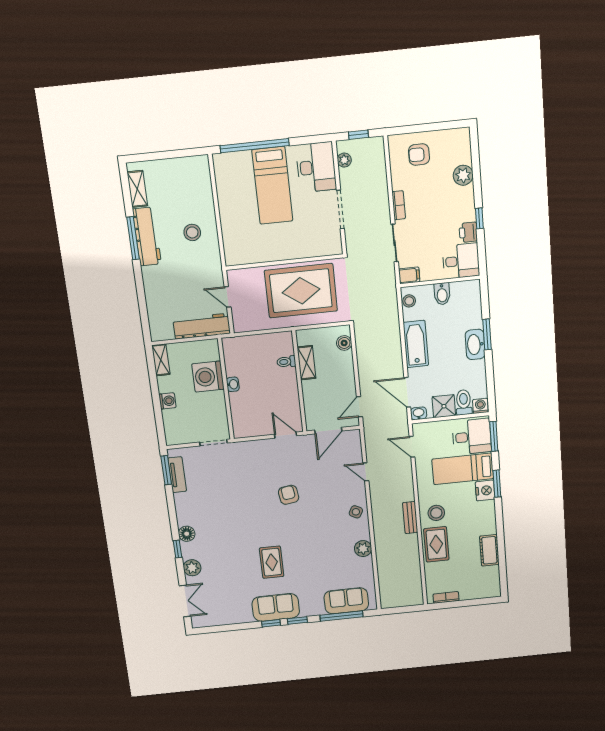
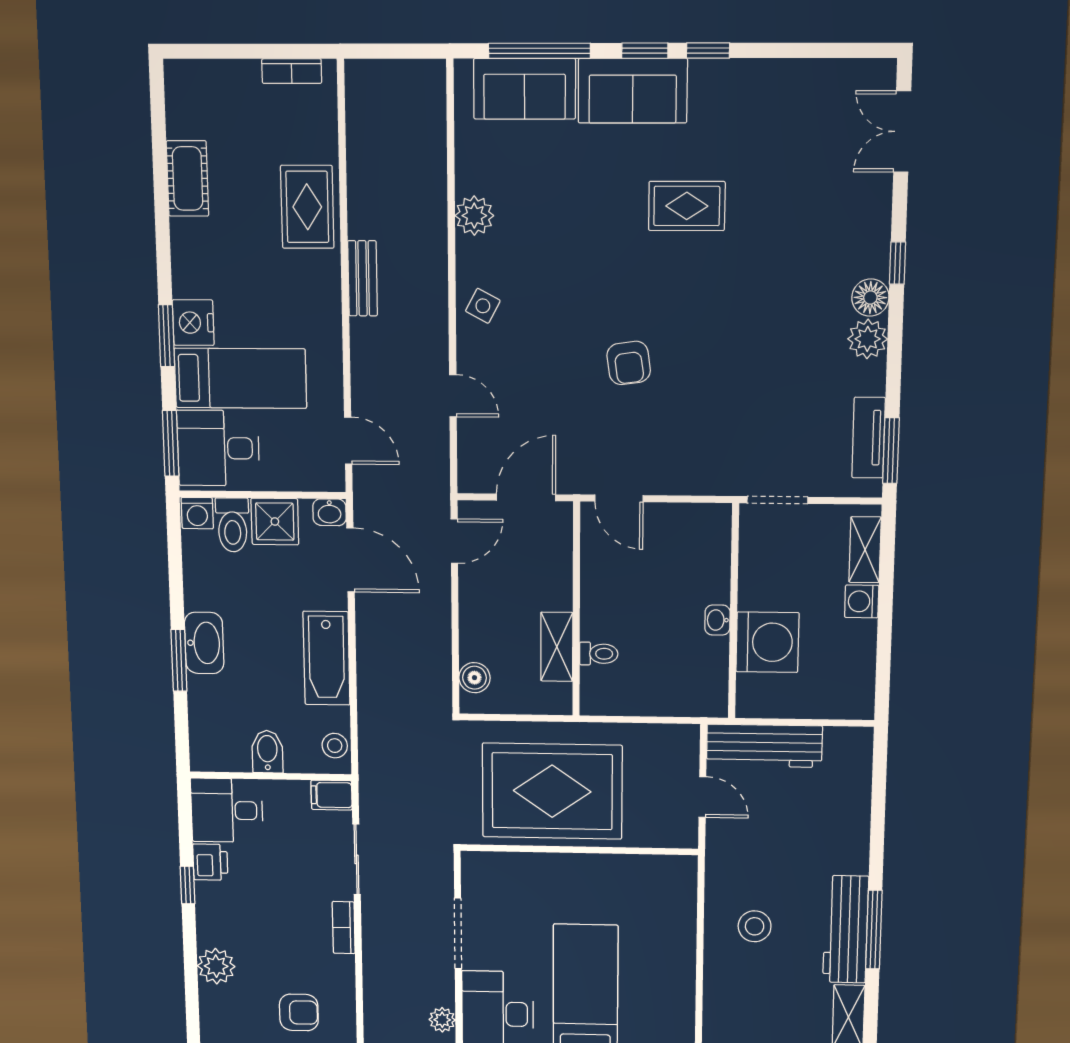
shelving: (161, 360) -> (865, 550), moved
stool: (436, 513) -> (303, 283), removed
rug: (272, 562) -> (687, 206), turned 90
plant: (192, 568) -> (868, 339), moved
sofa: (276, 607) -> (633, 91), moved

